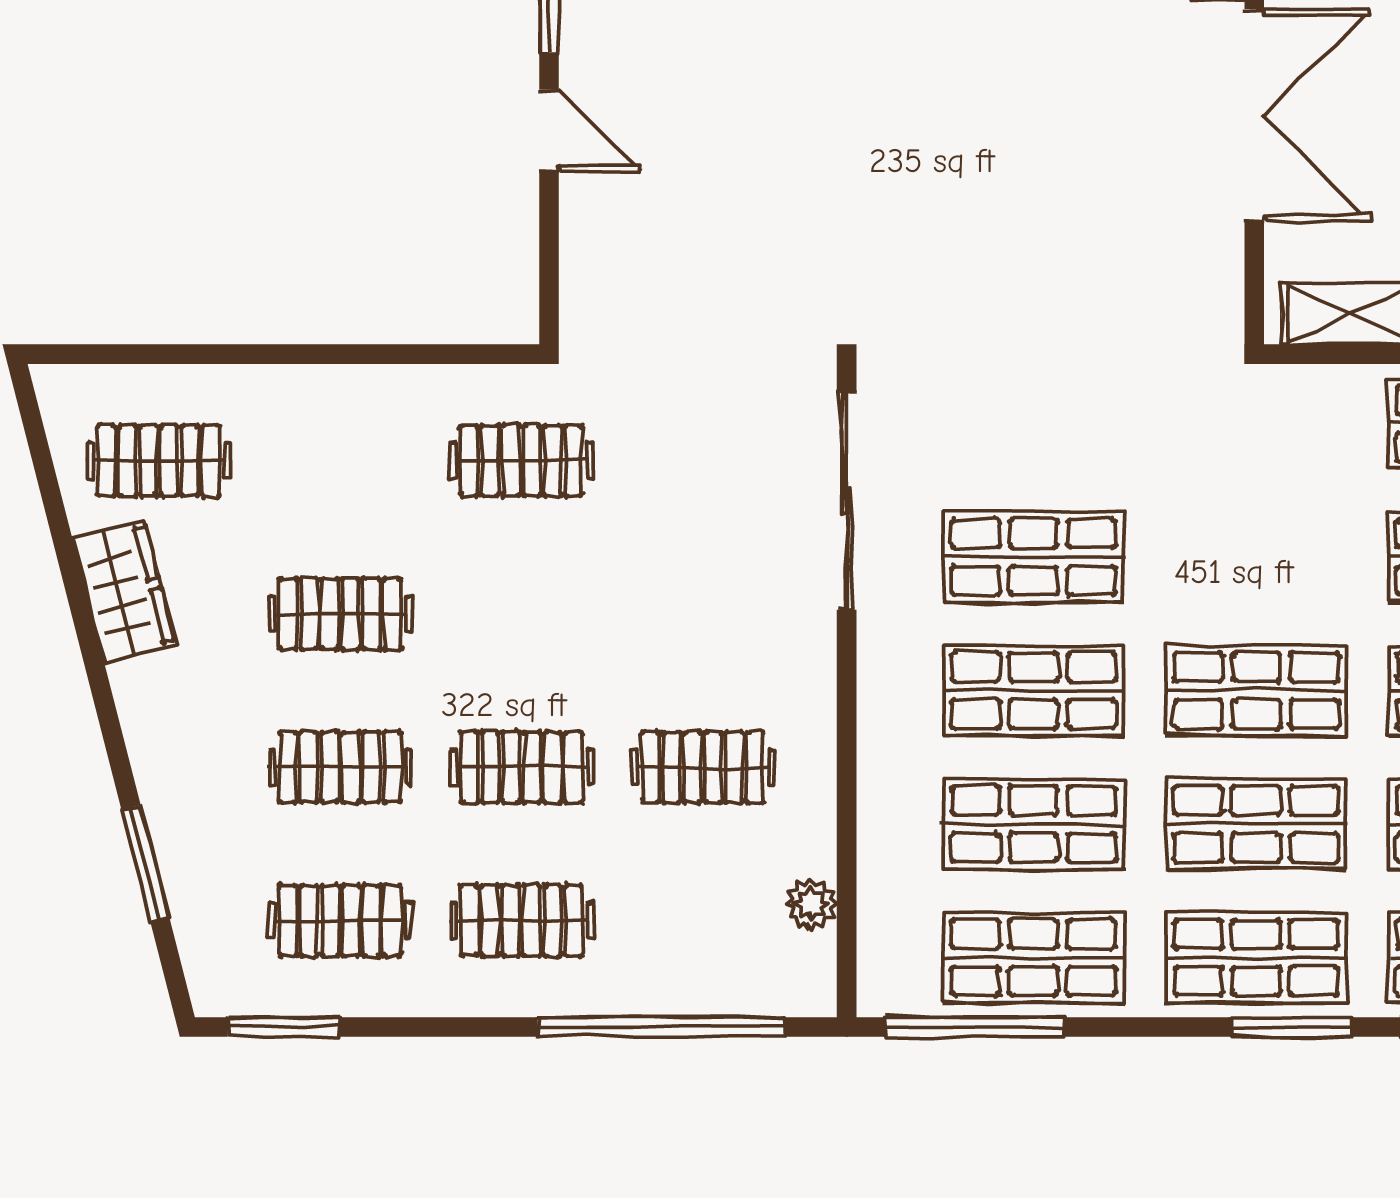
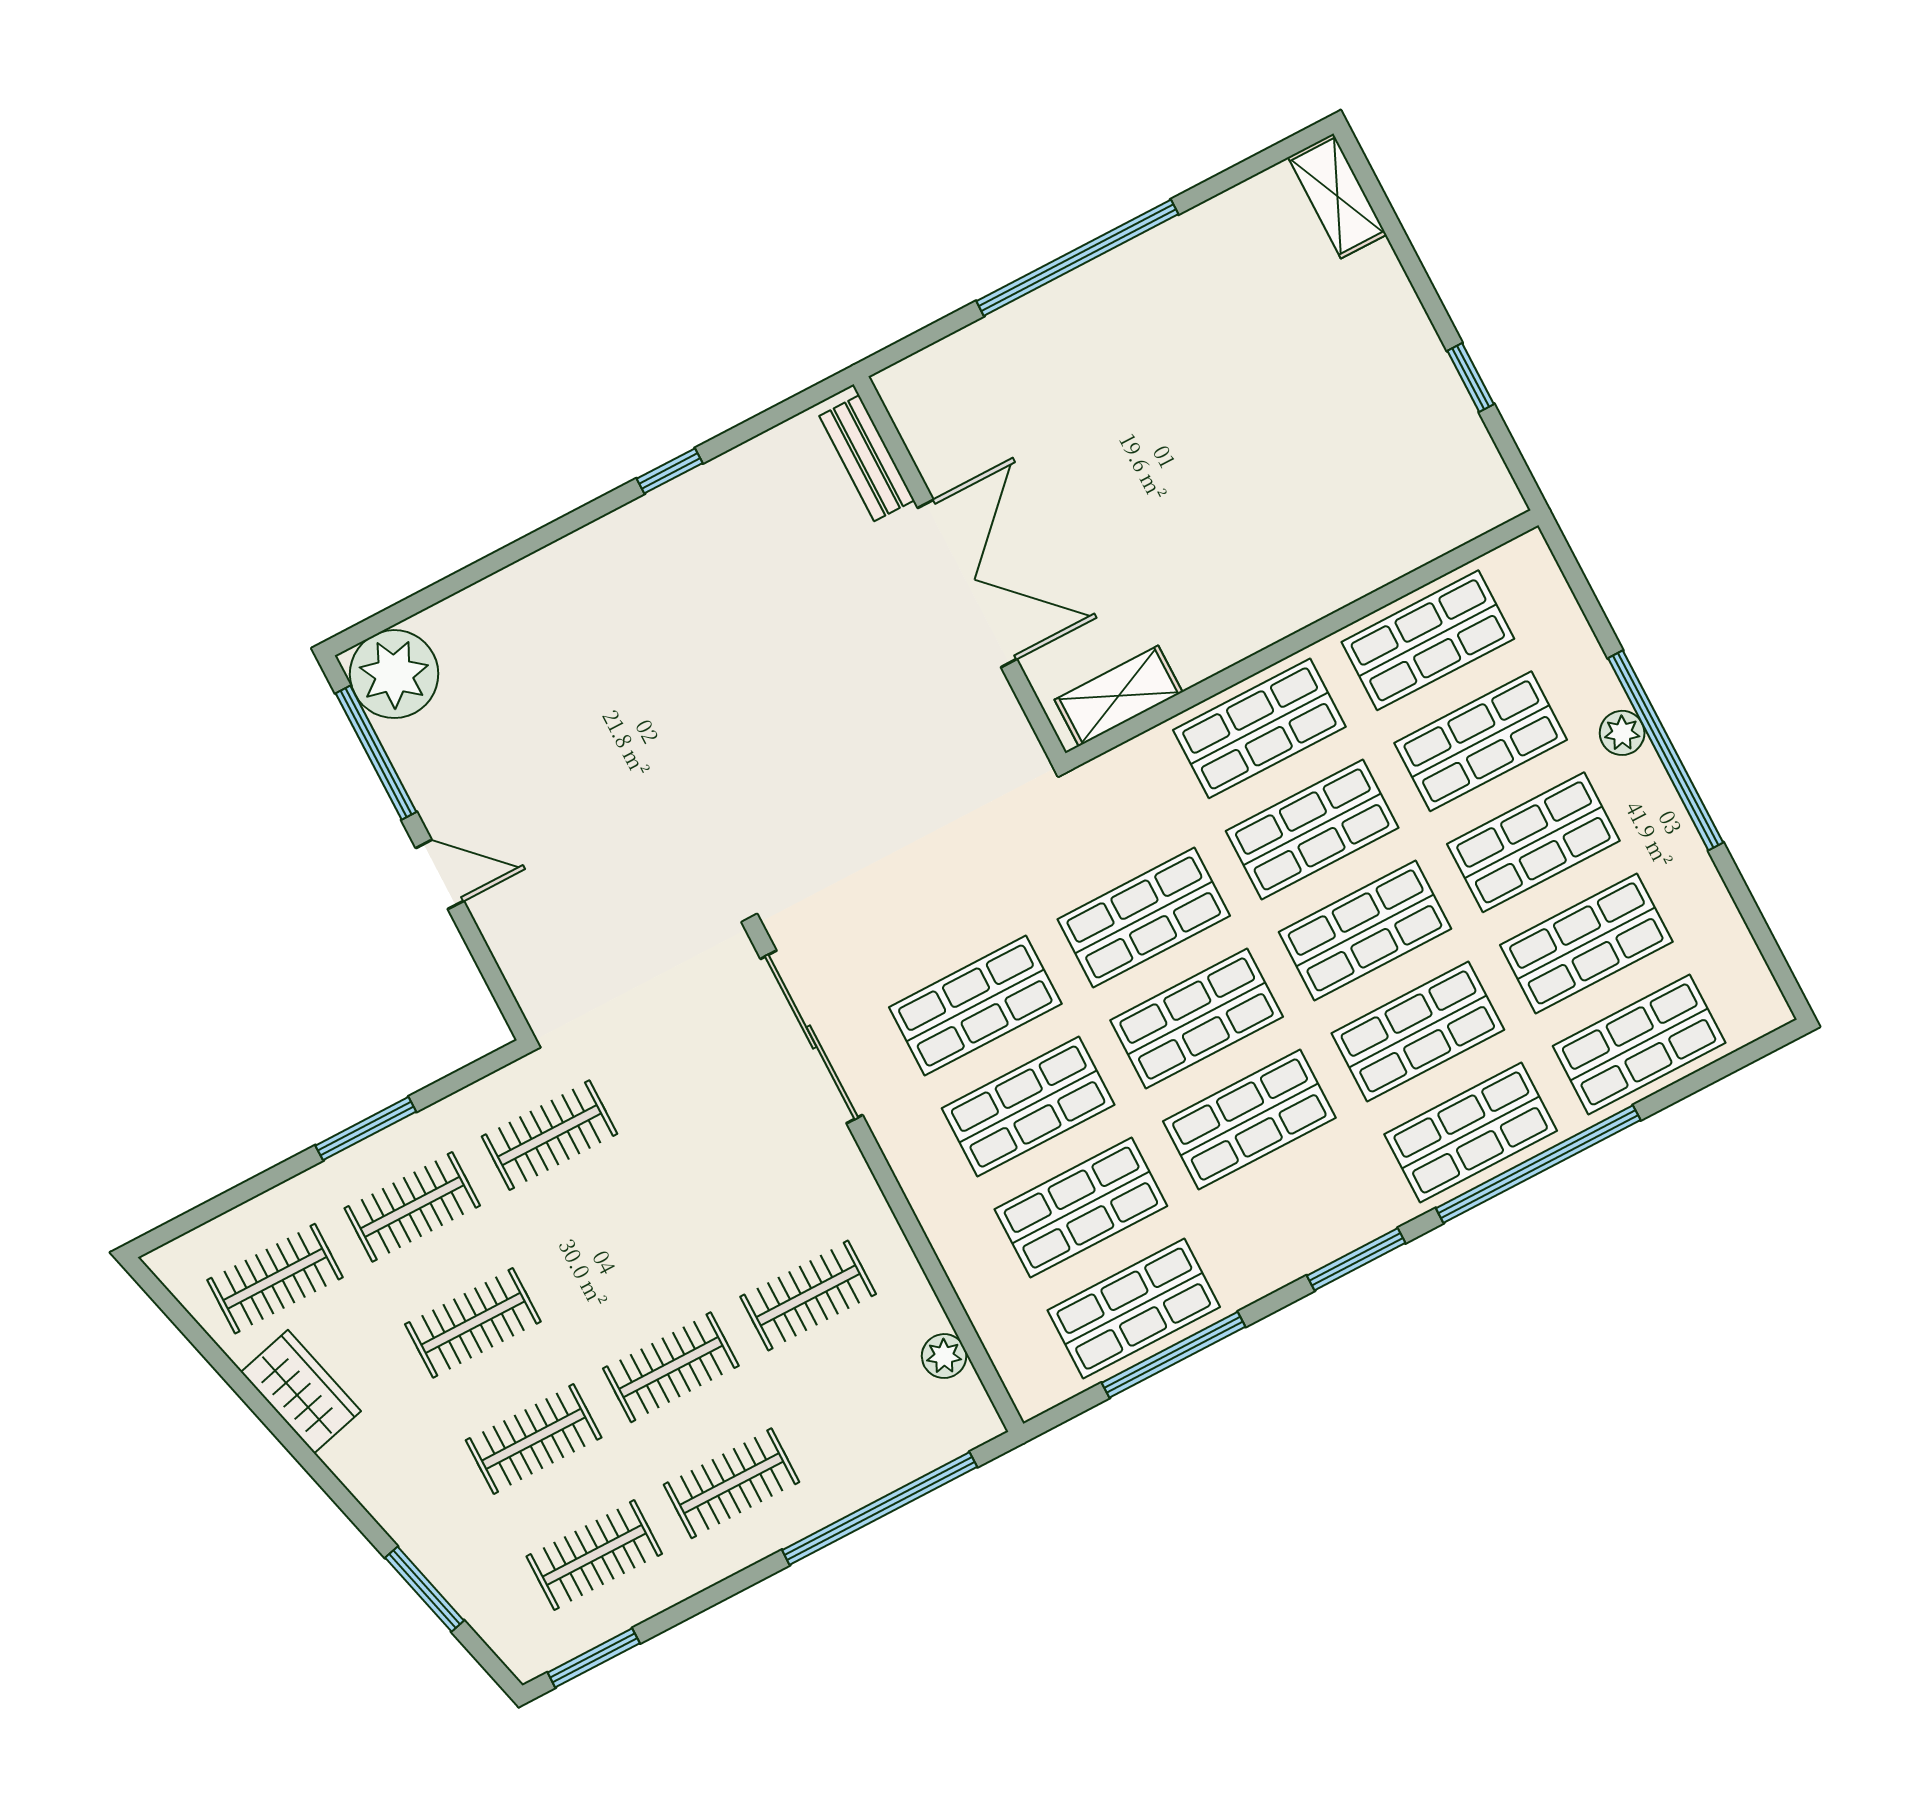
window: (334, 354) -> (366, 1129), added
clothes rail: (340, 461) -> (412, 1207), added
shop shelf: (1256, 958) -> (1144, 917), moved
window: (975, 1027) -> (1174, 1355), moved

